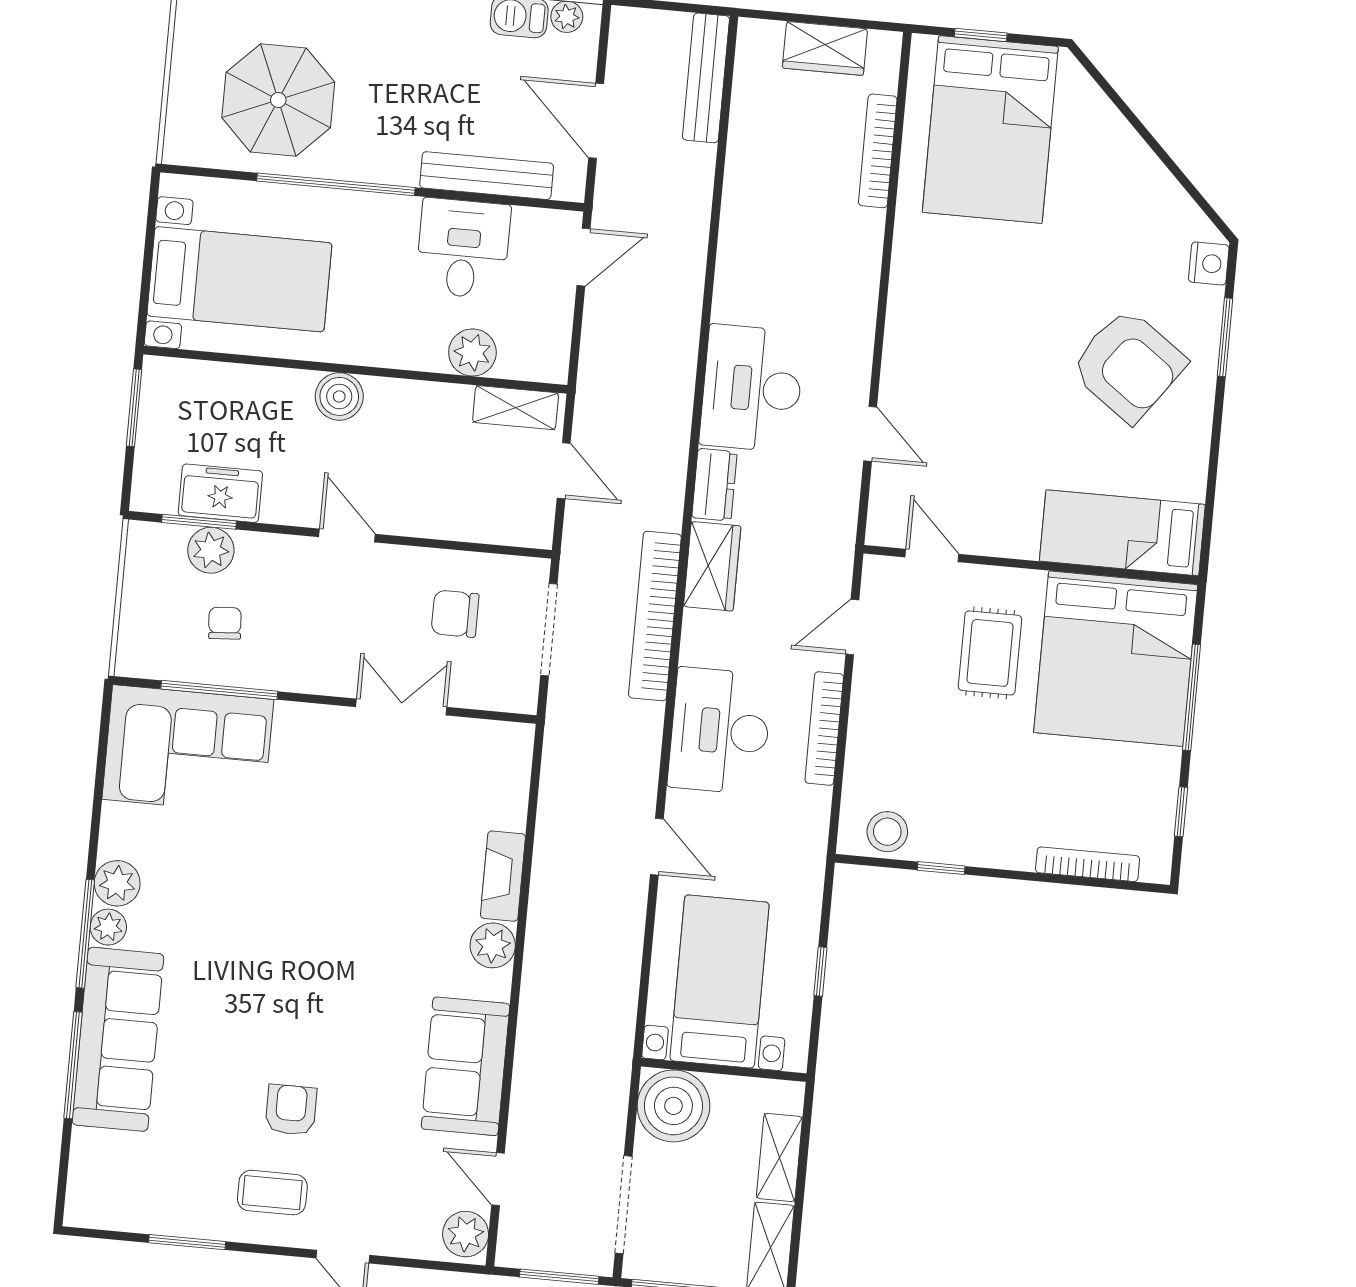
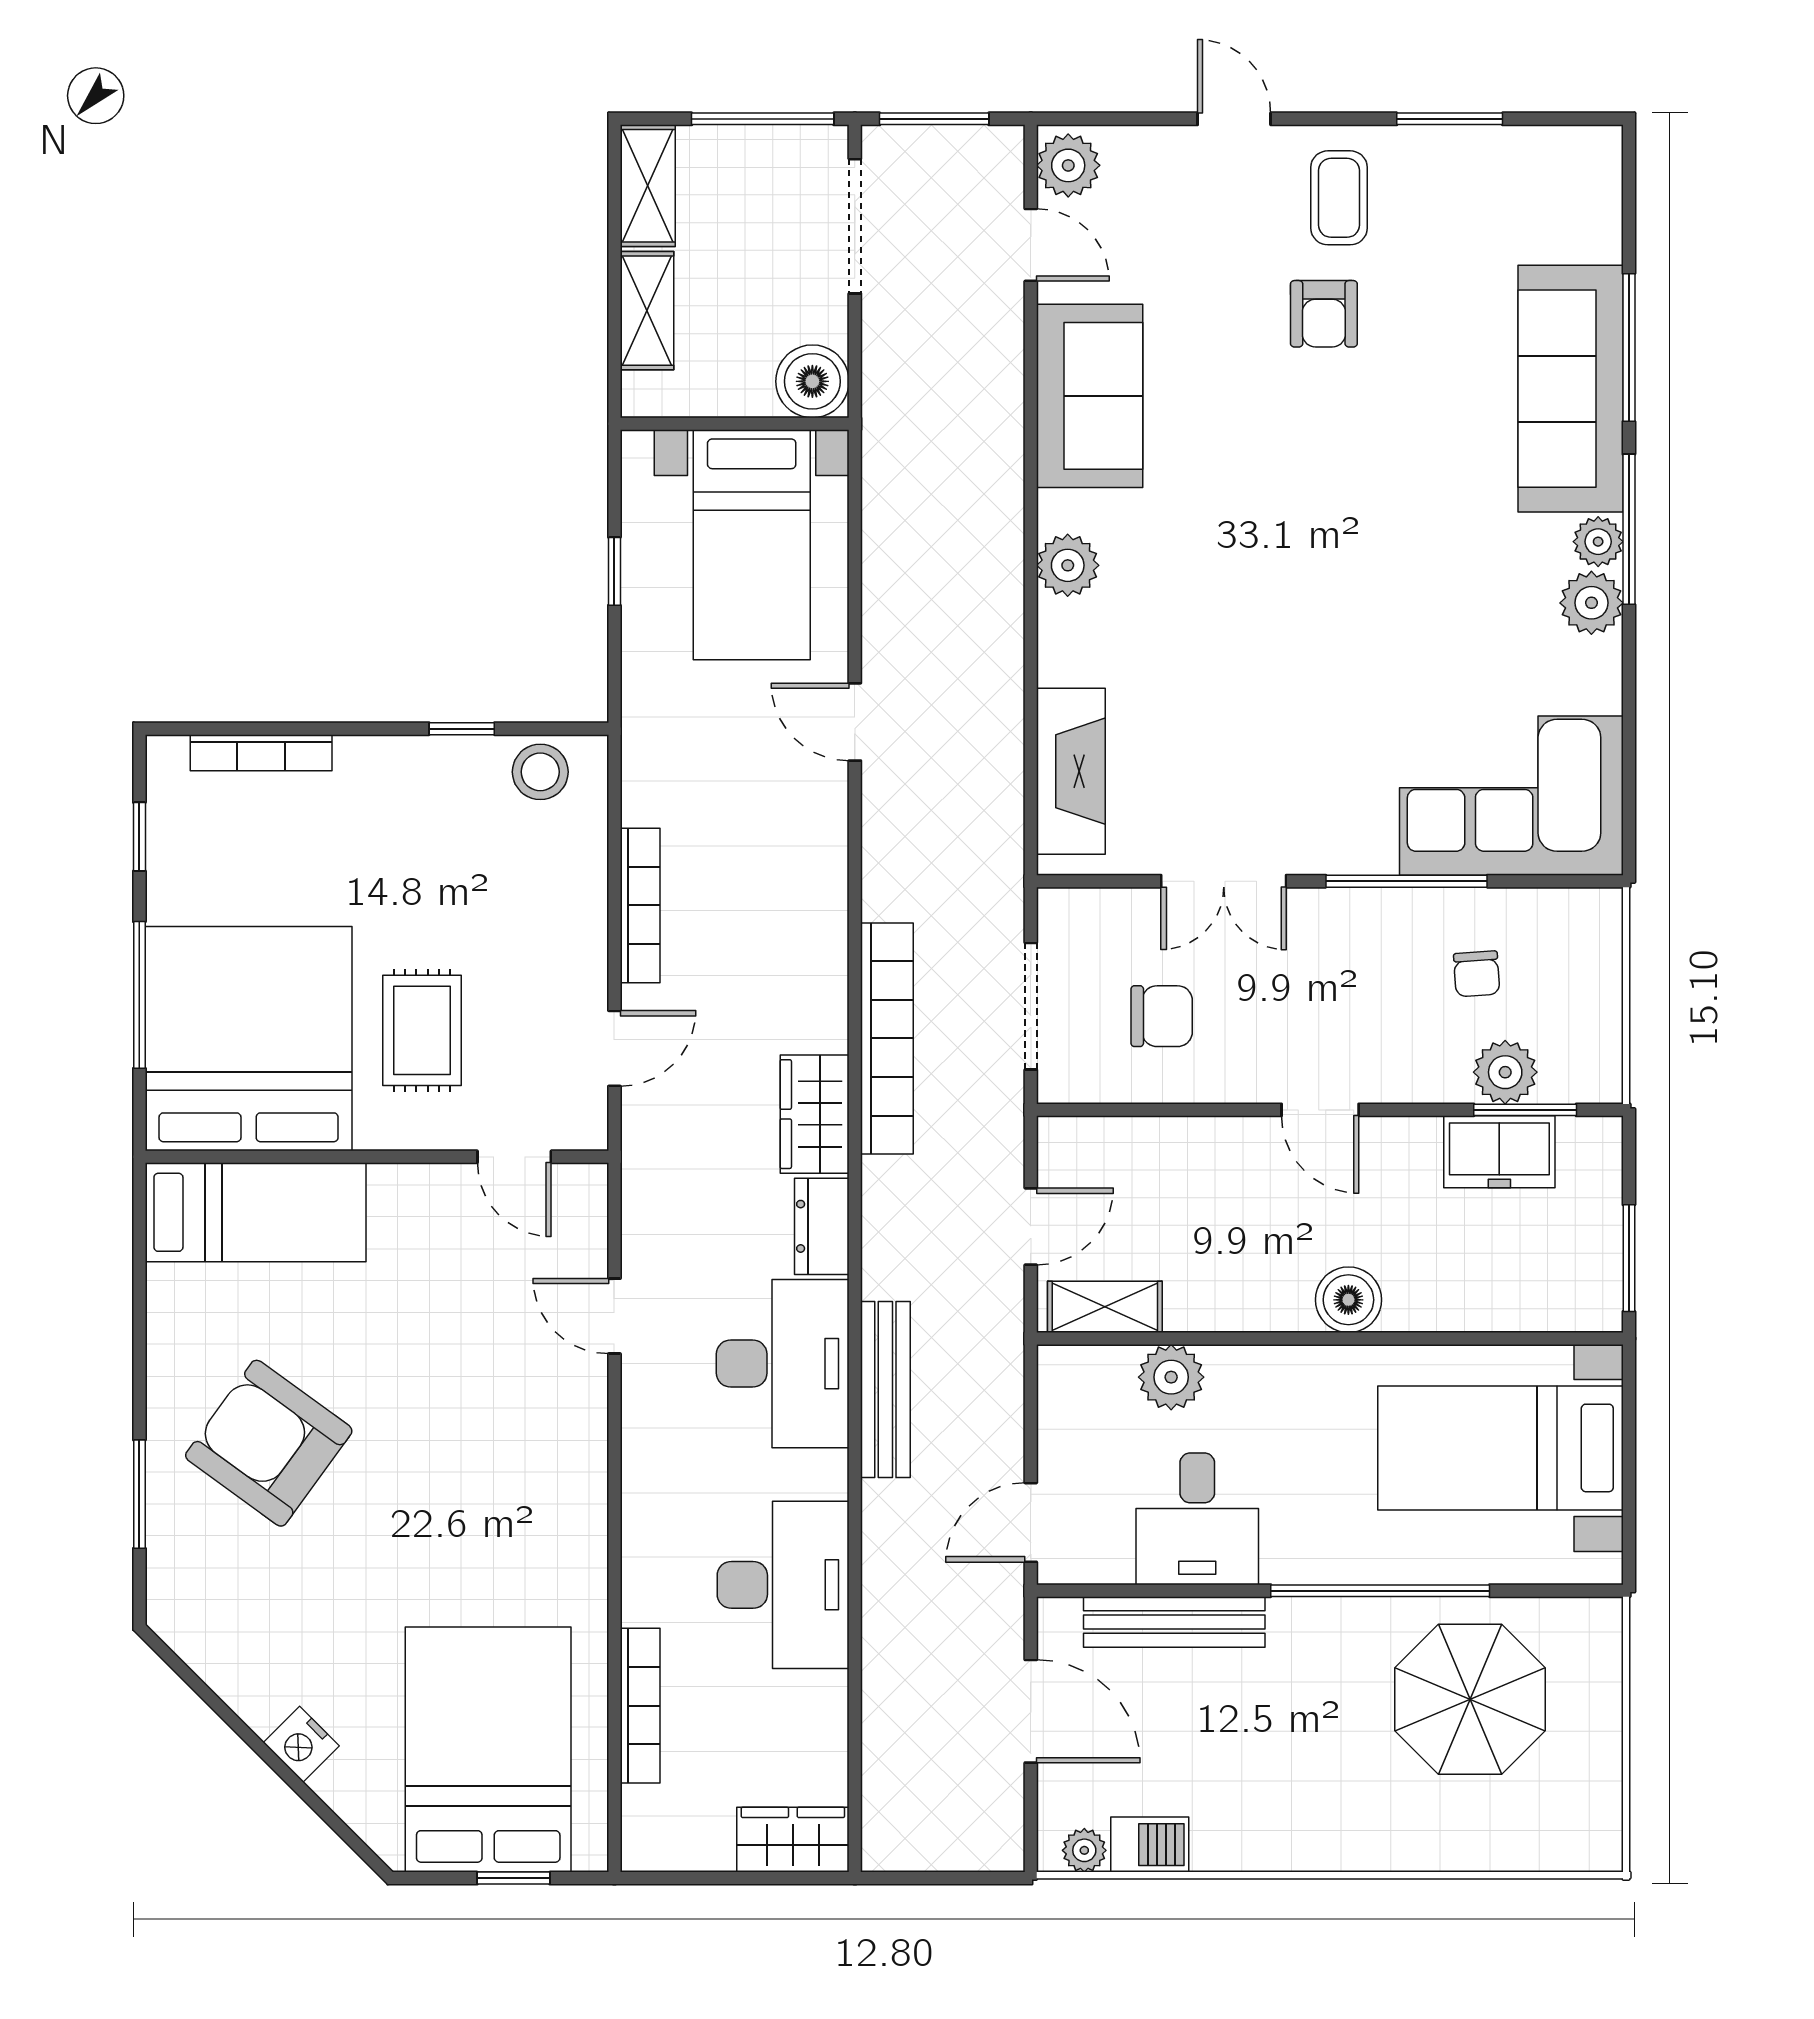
wardrobe: (825, 48) -> (793, 1840), moved
bench: (706, 78) -> (885, 1389), moved
nightstand: (1209, 263) -> (301, 1744), moved, turned -45
door: (564, 471) -> (1031, 1227), swing flipped
window: (219, 690) -> (1407, 881), moved
desk: (720, 731) -> (783, 1585), moved
fireplace: (503, 876) -> (1071, 771), moved, width x1.37, depth x1.32
boiler: (673, 1106) -> (812, 381), width x0.73, depth x0.73
coffee table: (272, 1193) -> (1339, 198), turned 90

